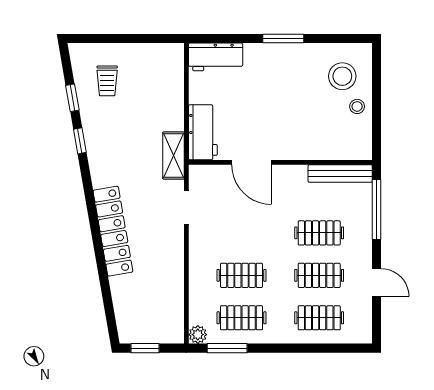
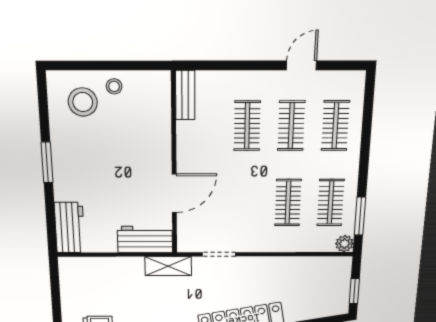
bench: (340, 174) -> (185, 95), width x0.73
window: (377, 209) -> (223, 65), removed

